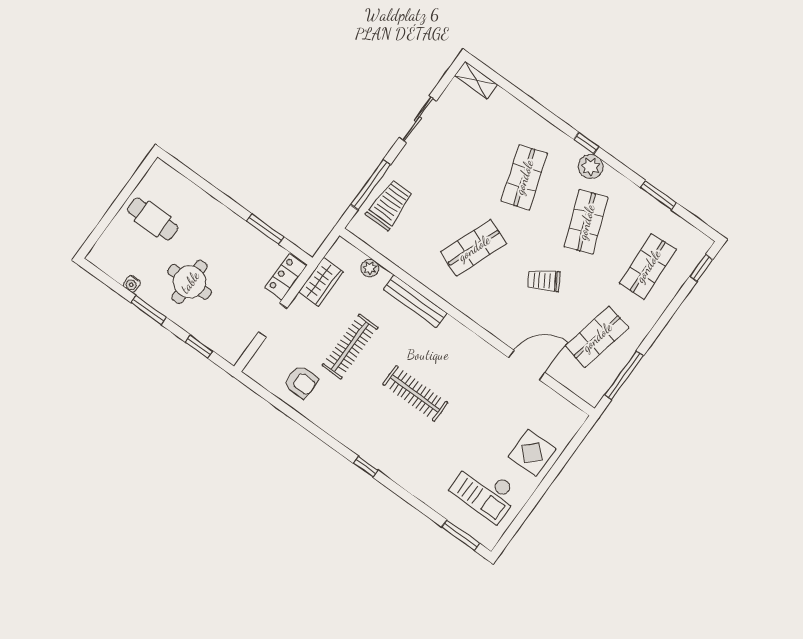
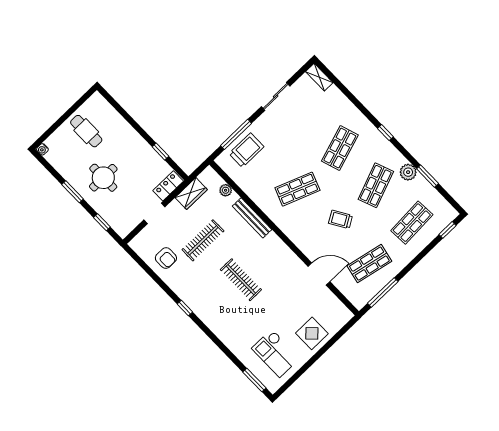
plant: (591, 167) -> (408, 172), moved
window: (265, 229) -> (160, 152), width x0.67
water cooler: (132, 284) -> (42, 149), moved
window: (366, 467) -> (185, 308), moved

